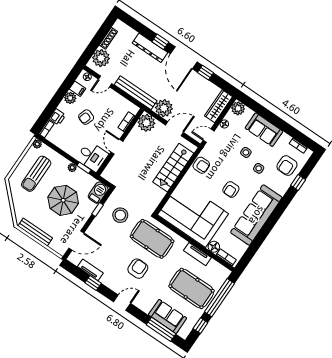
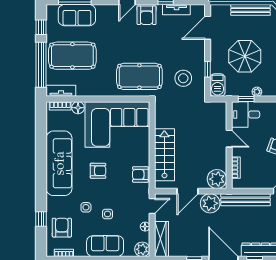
armchair: (231, 189) -> (98, 171), turned 90
tv unit: (197, 254) -> (61, 91), moved
armchair: (138, 269) -> (147, 15), moved

